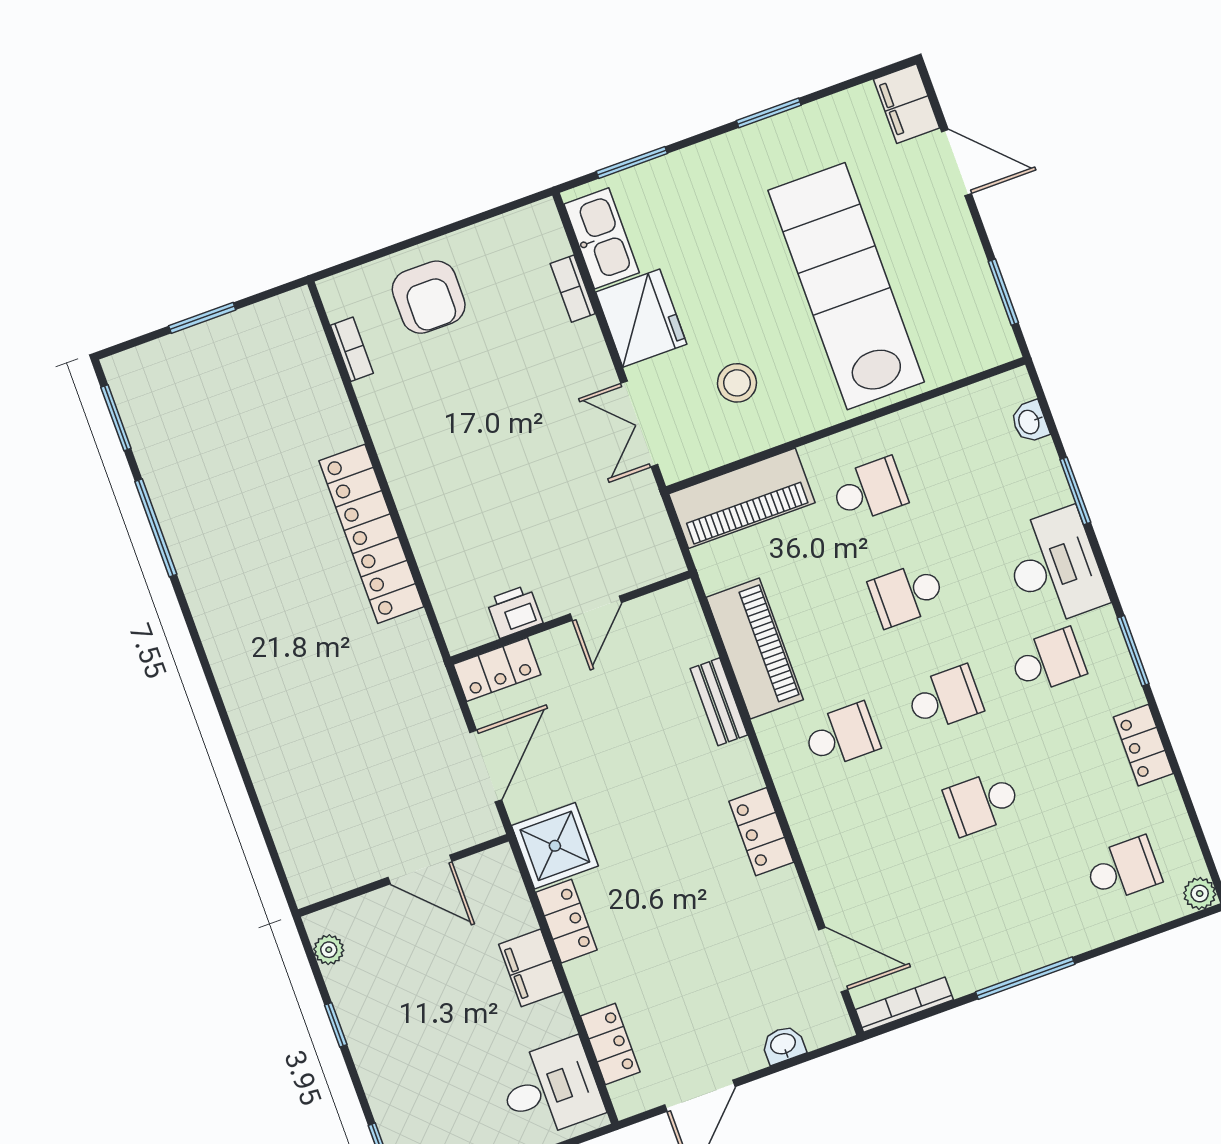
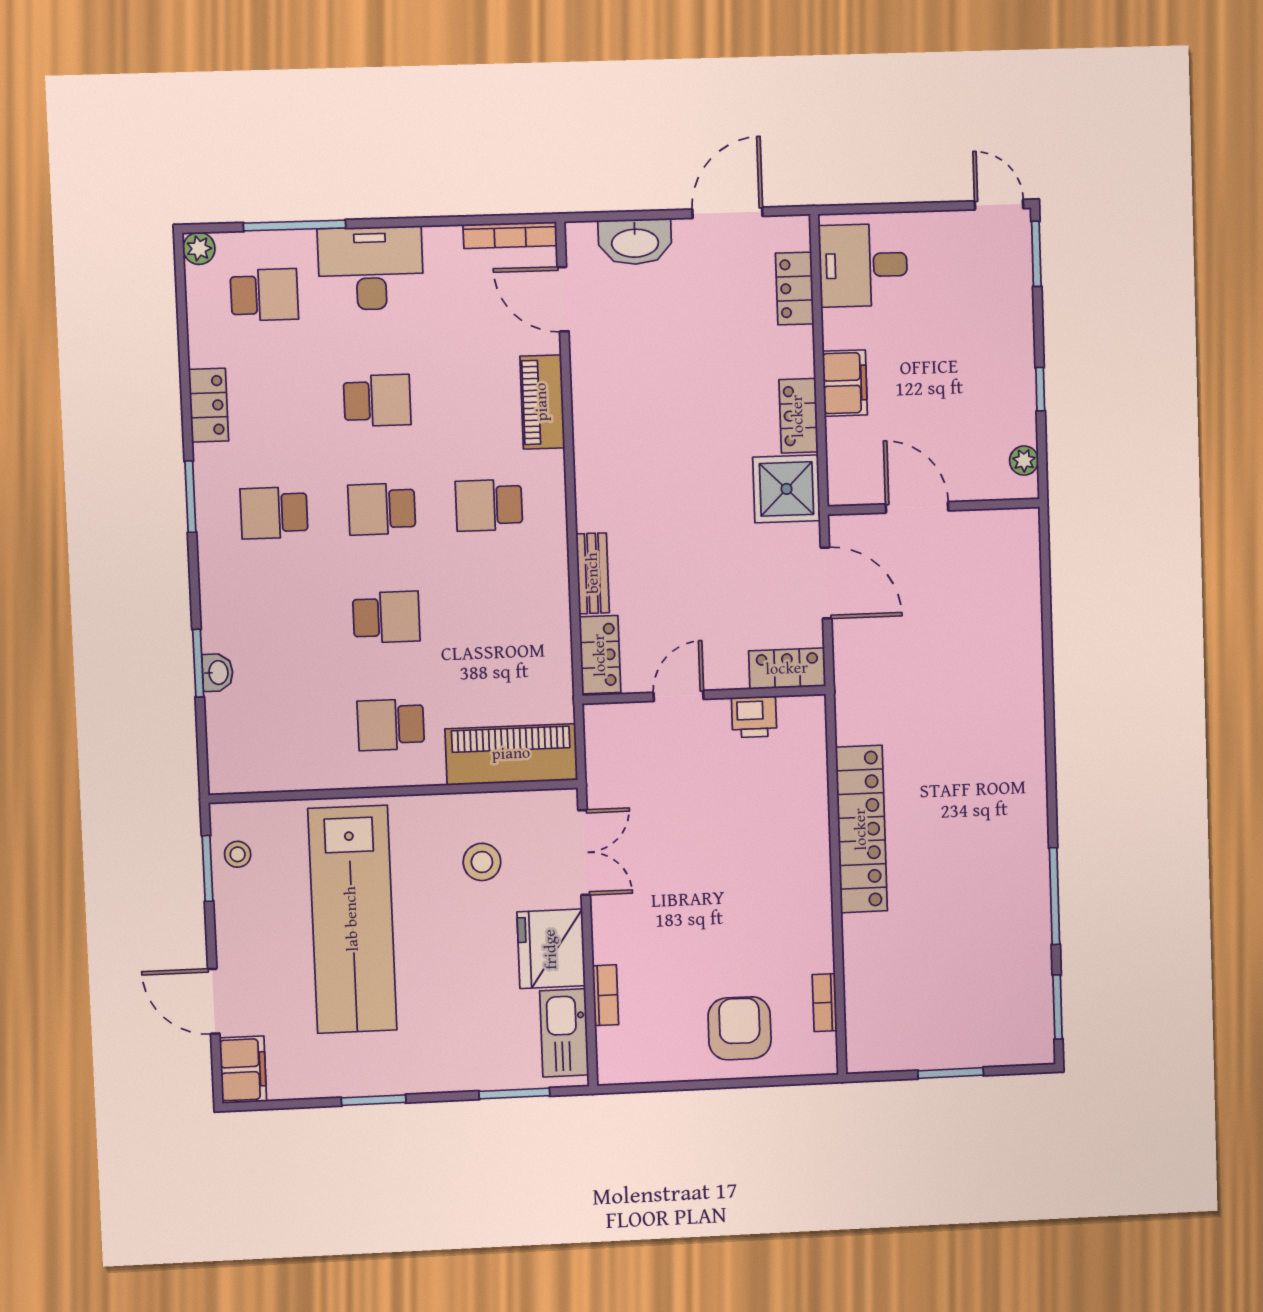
stool: (978, 315) -> (238, 854), added
washbasin: (1030, 422) -> (218, 673), moved
desk: (1055, 567) -> (371, 268), moved, turned 90
piano: (755, 648) -> (542, 402), moved, width x0.73, depth x0.75
door: (486, 766) -> (826, 583), swing flipped
locker: (761, 832) -> (600, 655), moved
school desk: (1123, 869) -> (264, 295), turned 180
window: (1025, 978) -> (295, 226), moved
washbasin: (783, 1045) -> (635, 242), width x1.91, depth x1.45

